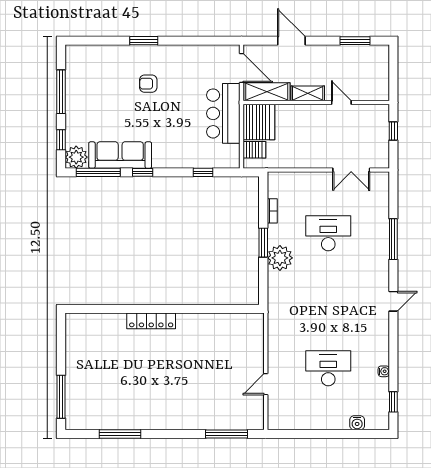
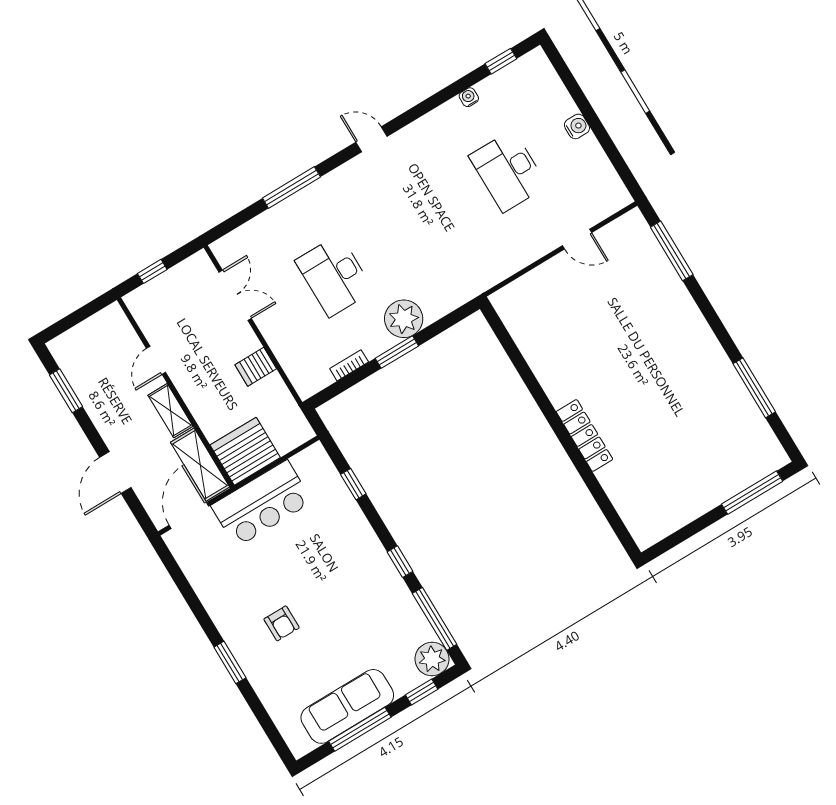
server rack: (254, 150) -> (256, 367), moved, turned -90
sofa: (120, 155) -> (347, 706), moved, turned 90
water cooler: (357, 423) -> (577, 126), moved

